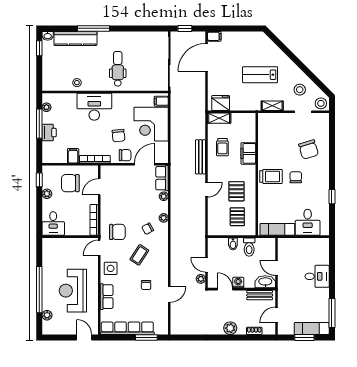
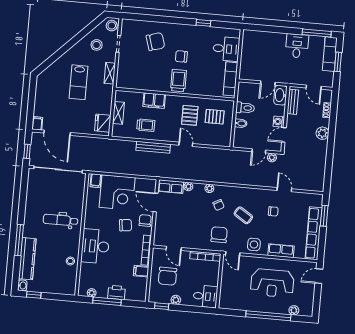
shelving: (219, 118) -> (118, 113), moved
pallet: (236, 191) -> (190, 115), turned 90
desk: (317, 276) -> (297, 46), moved

